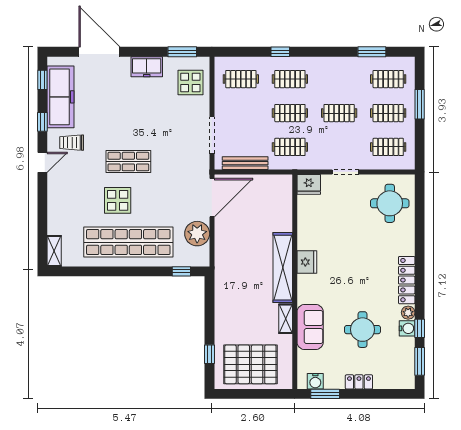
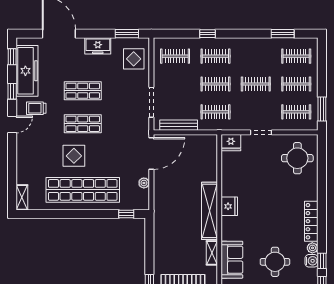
window: (420, 104) -> (322, 109), moved
shop shelf: (128, 121) -> (83, 91), added
plant: (197, 234) -> (144, 183), width x0.53, depth x0.53

